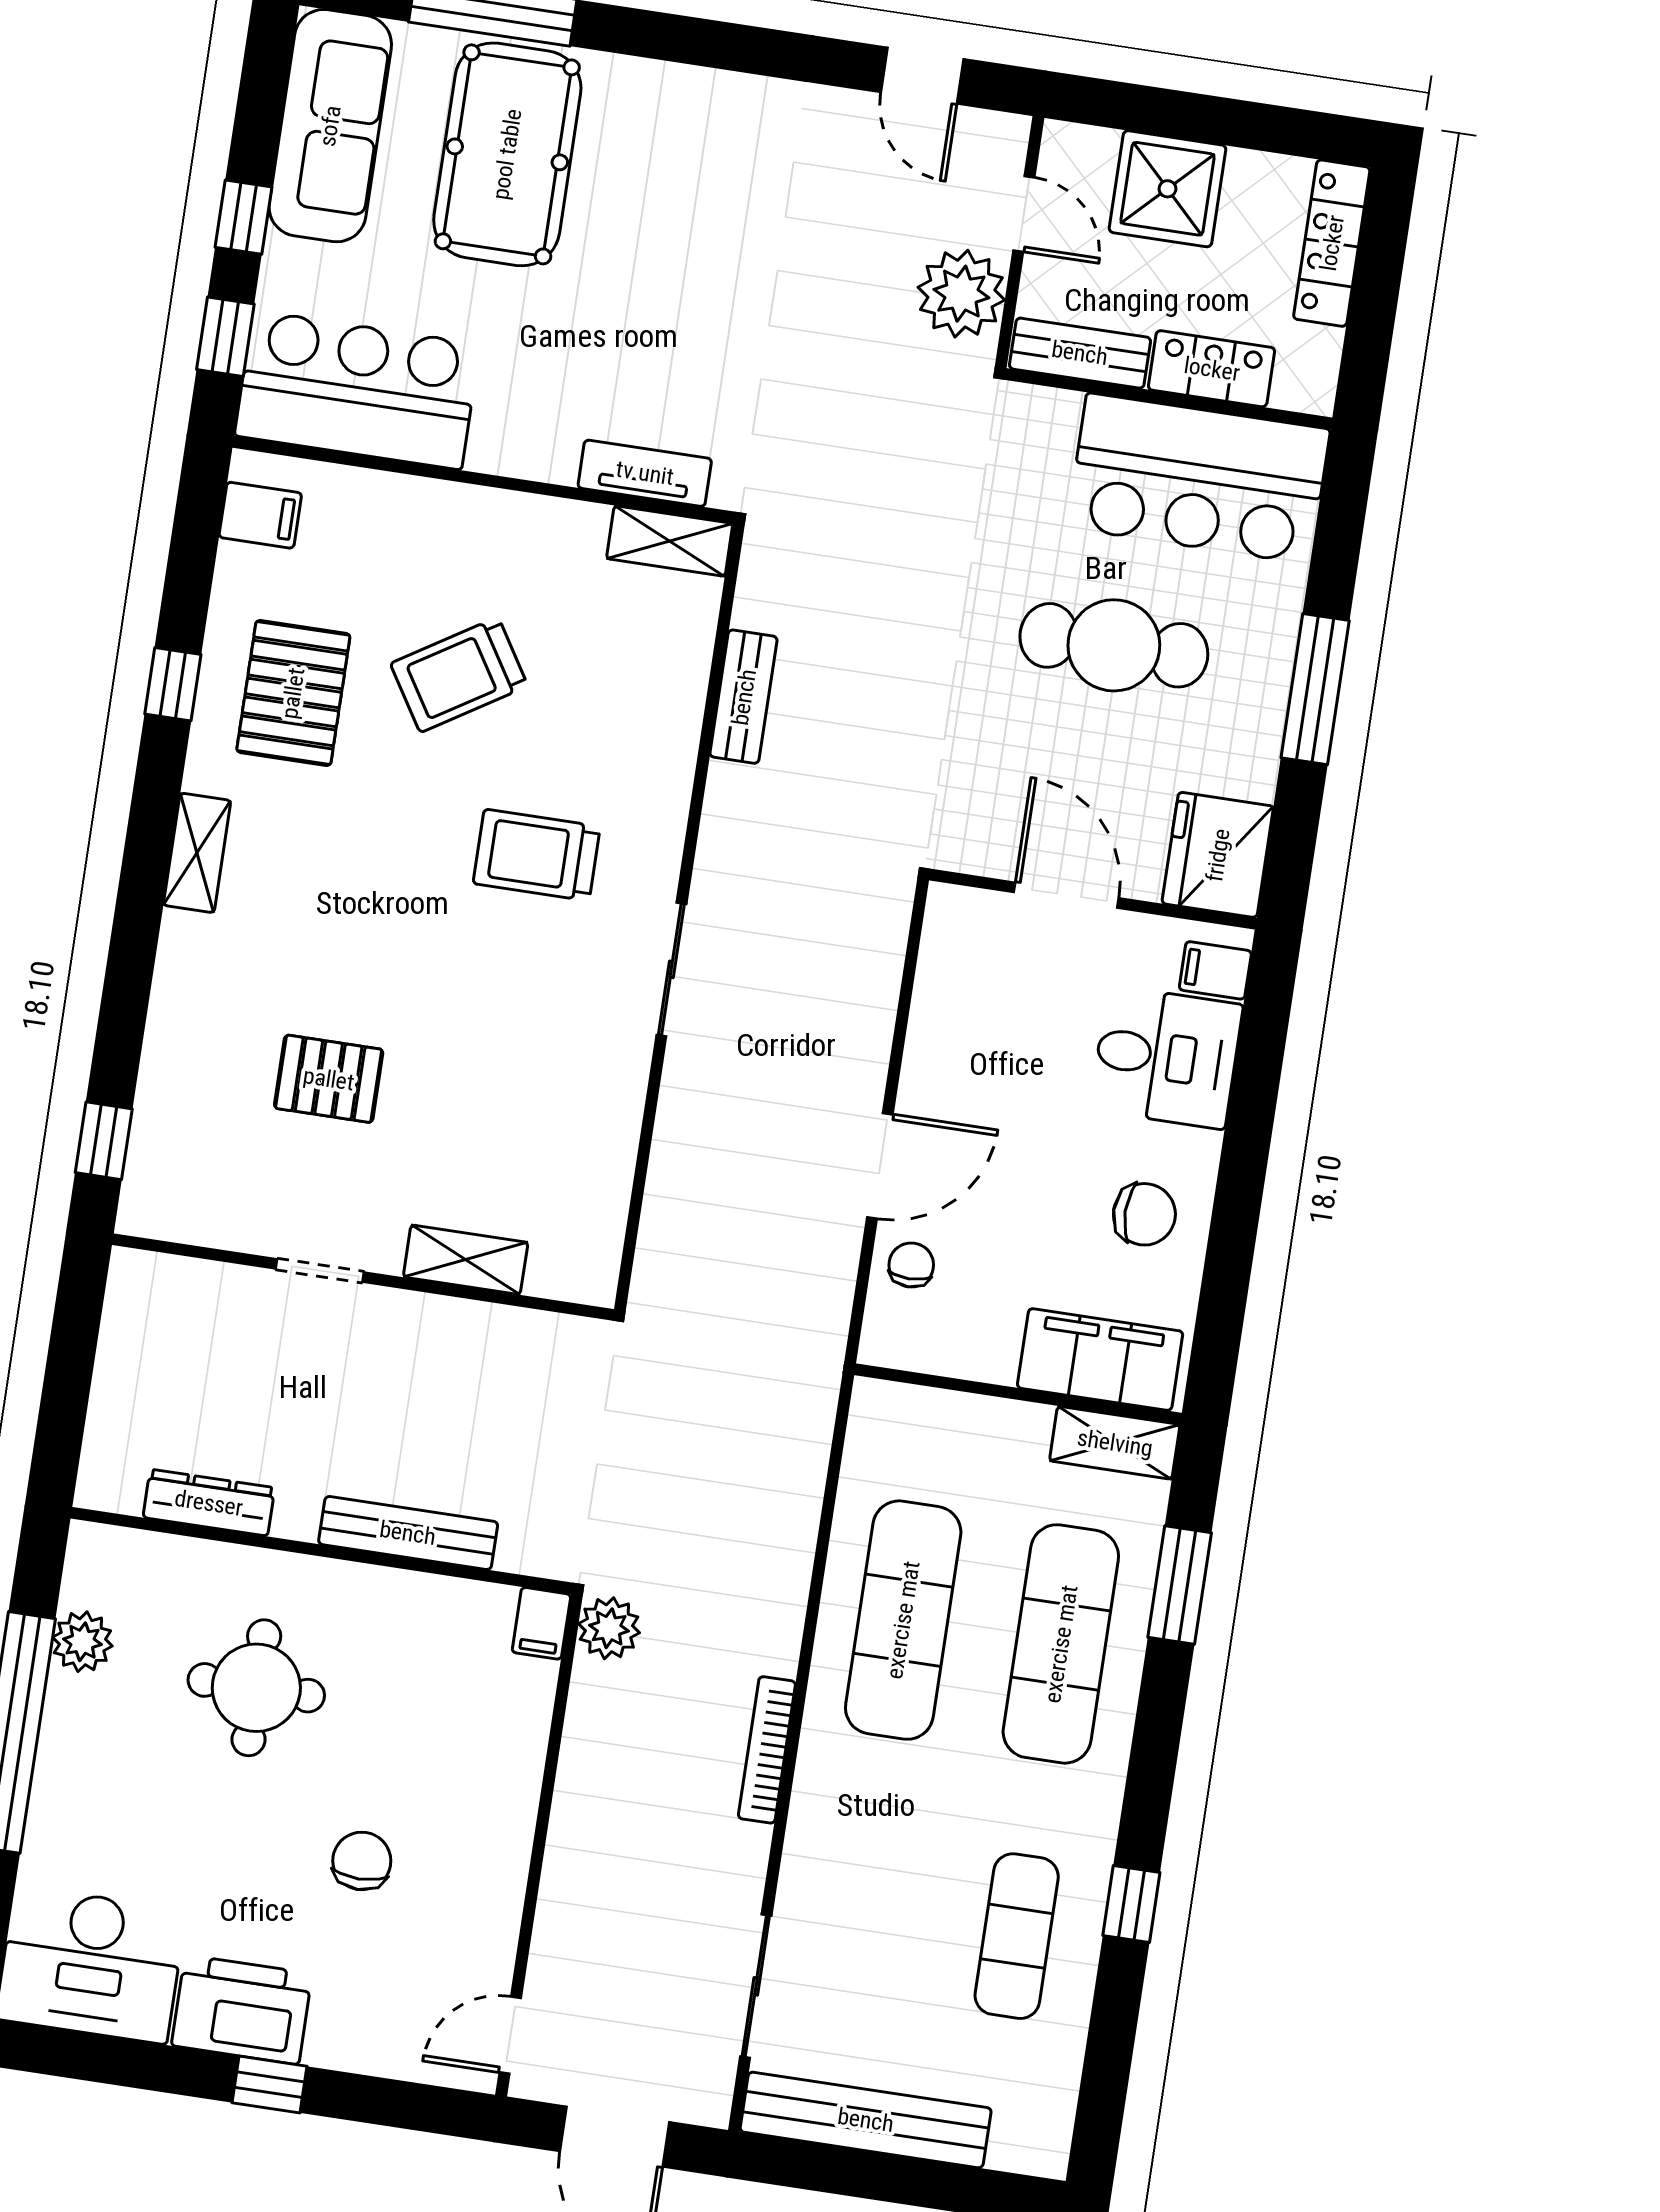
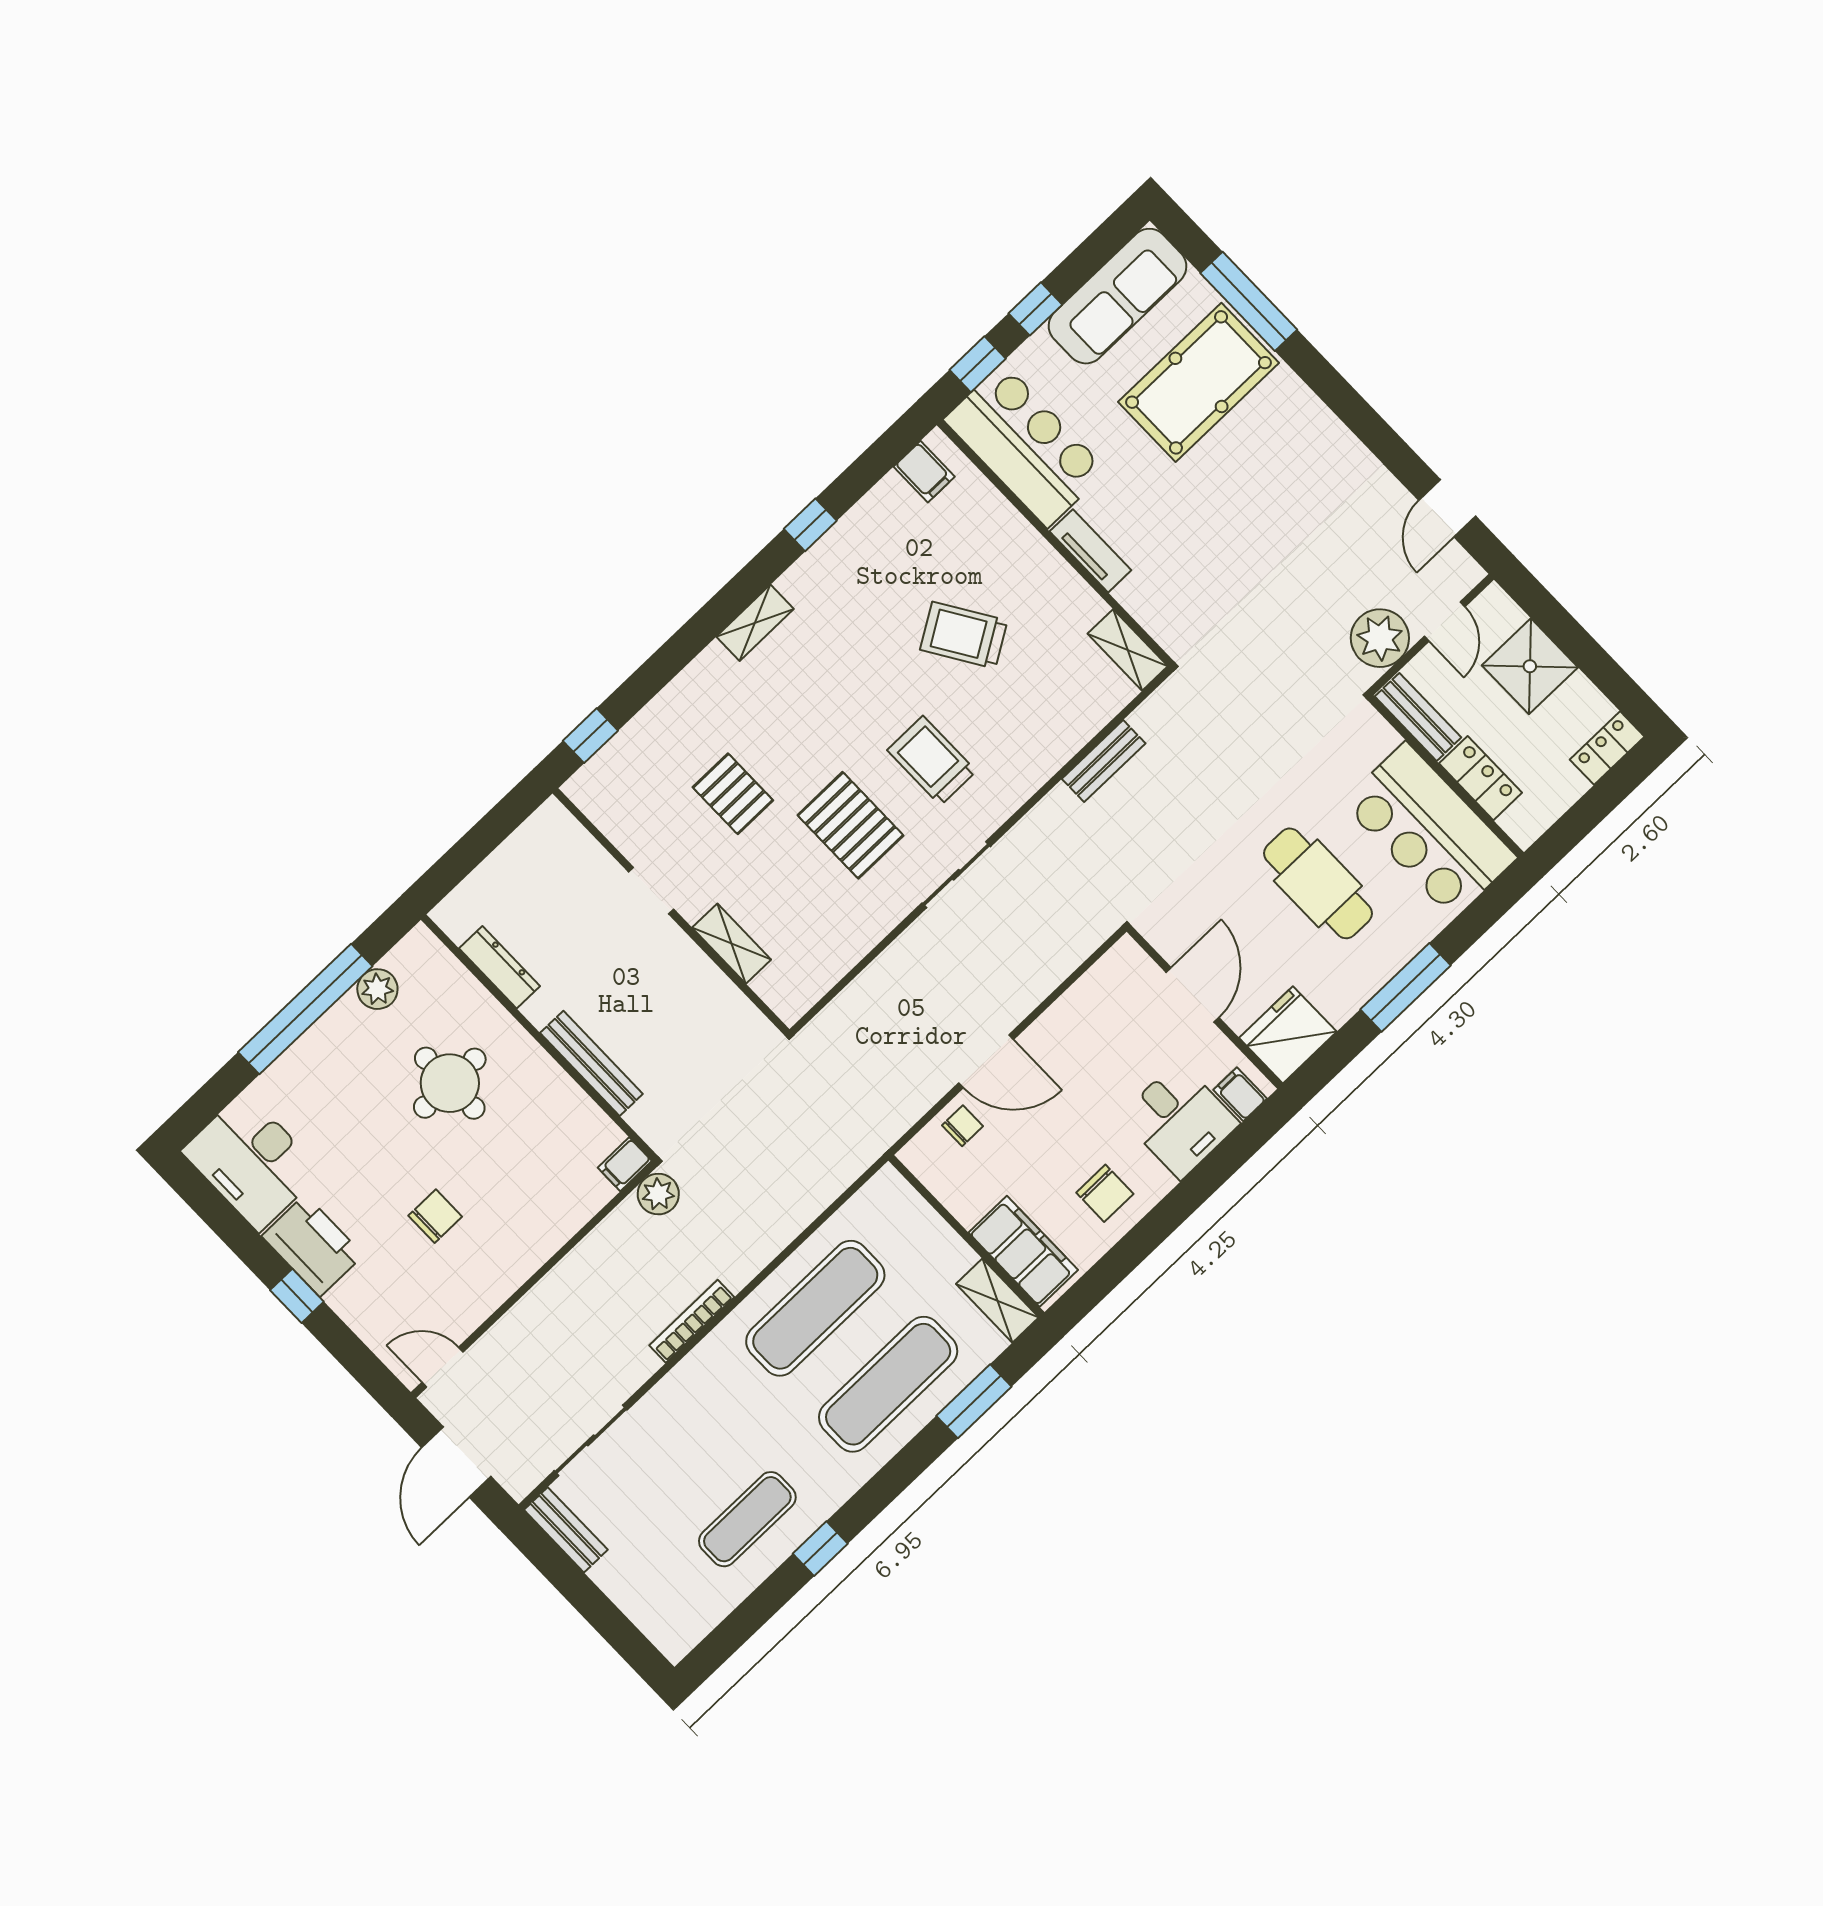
locker: (1332, 243) -> (1607, 748), width x0.66
tv unit: (645, 473) -> (1090, 551), moved
pallet: (293, 693) -> (850, 825), moved, turned 90
bench: (866, 2120) -> (566, 1530), width x0.54, depth x0.82

